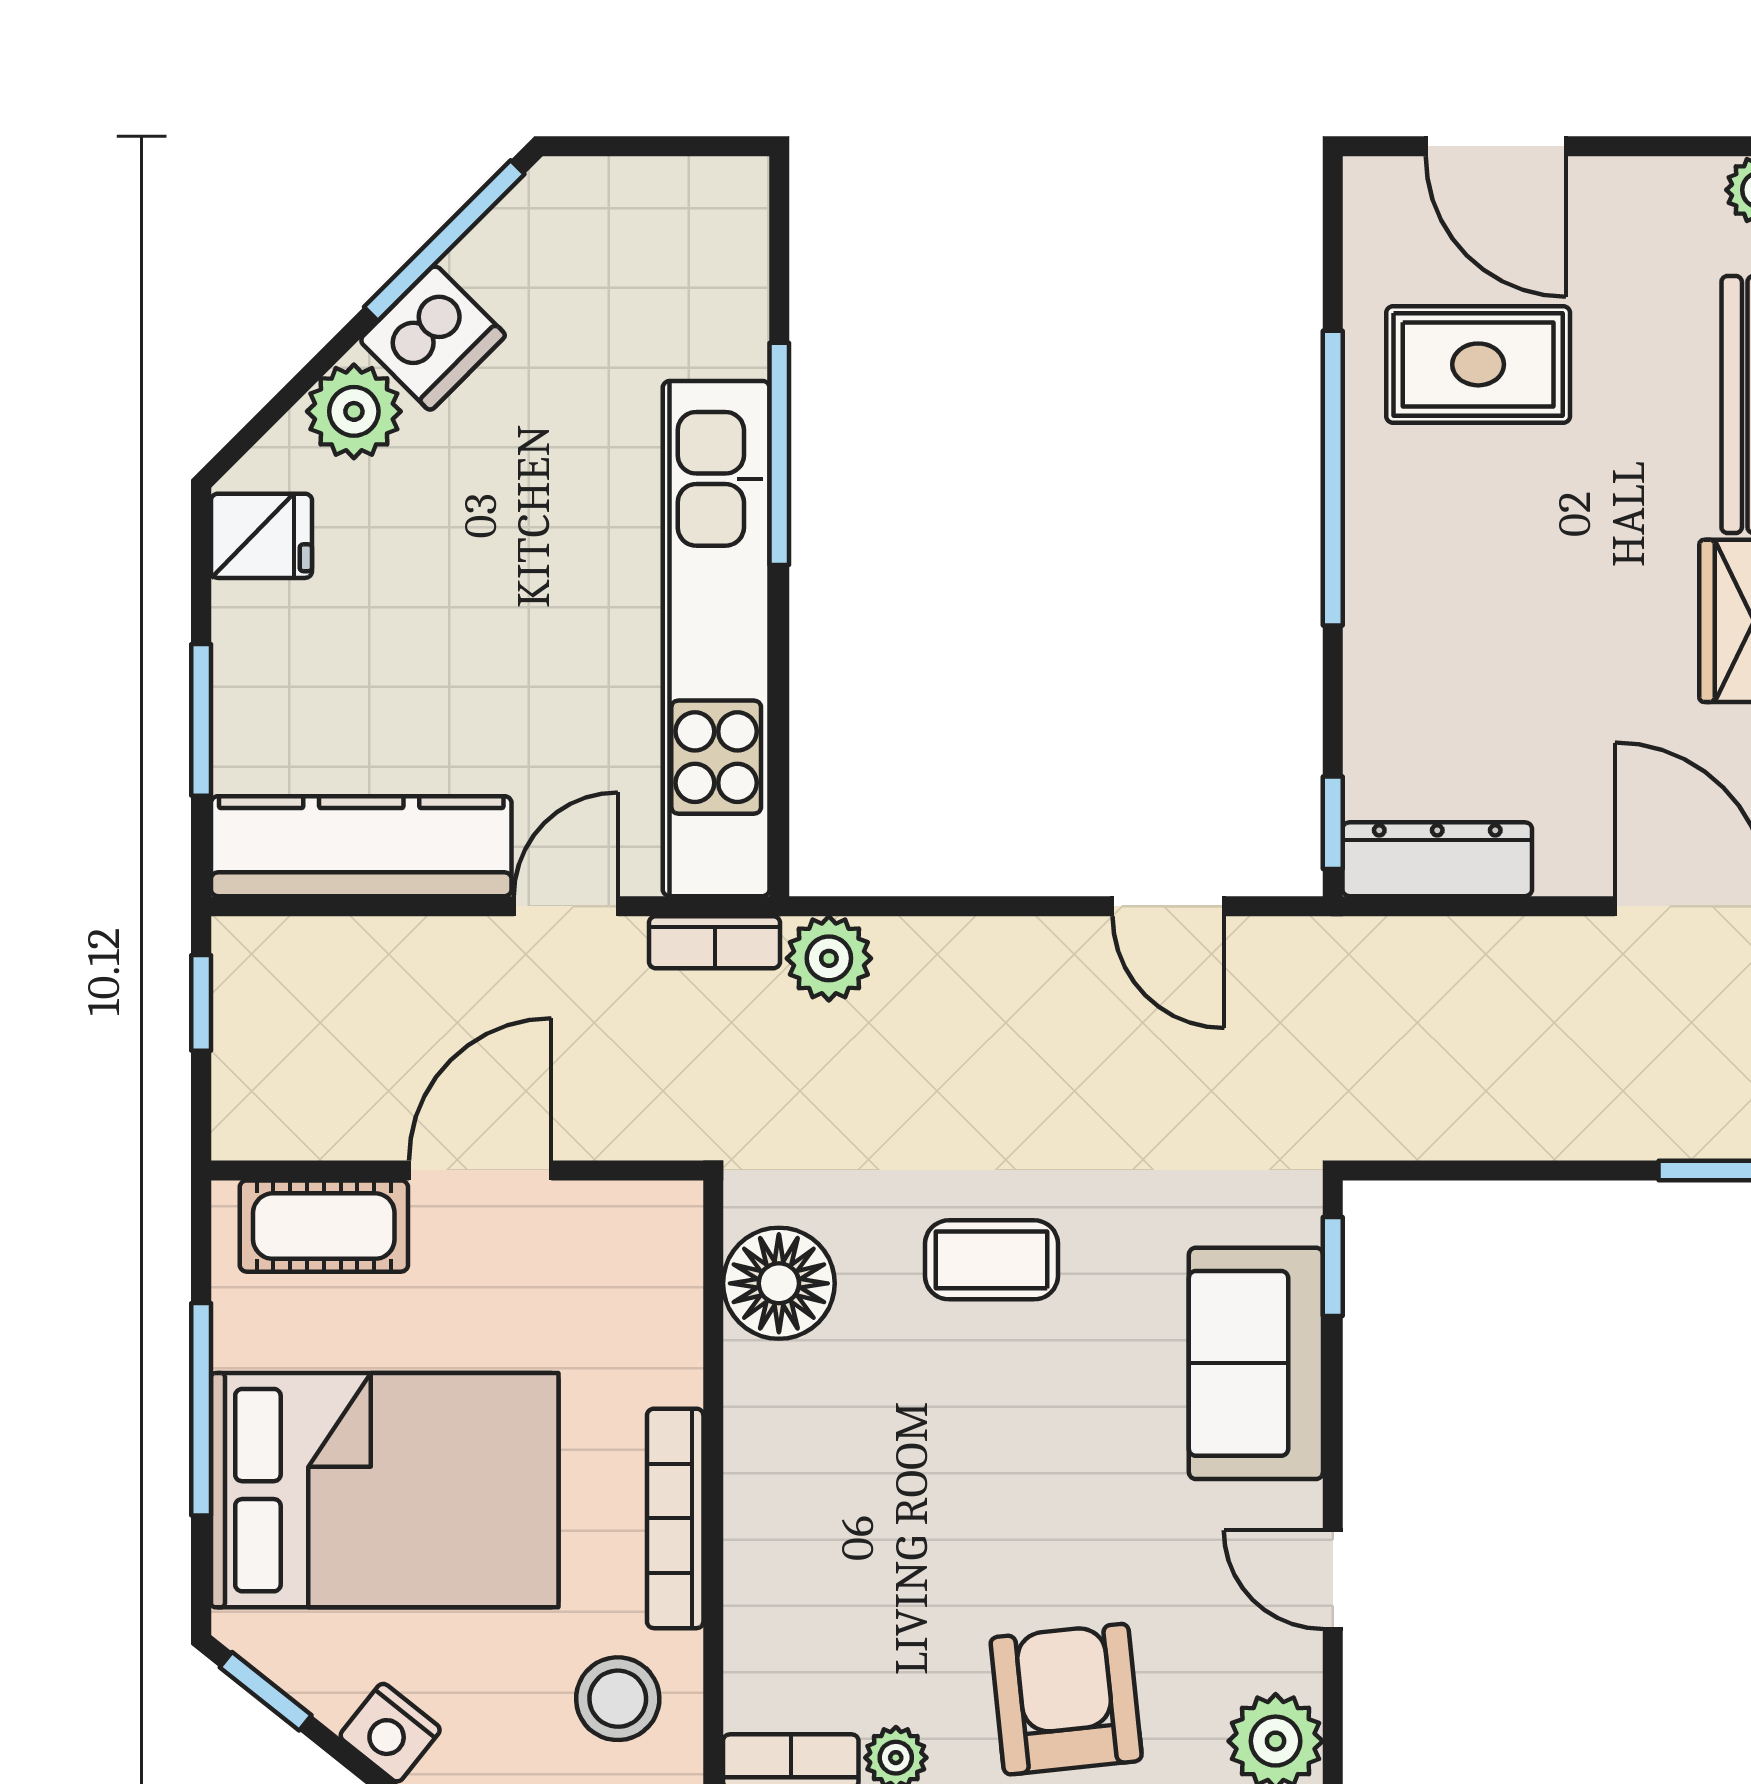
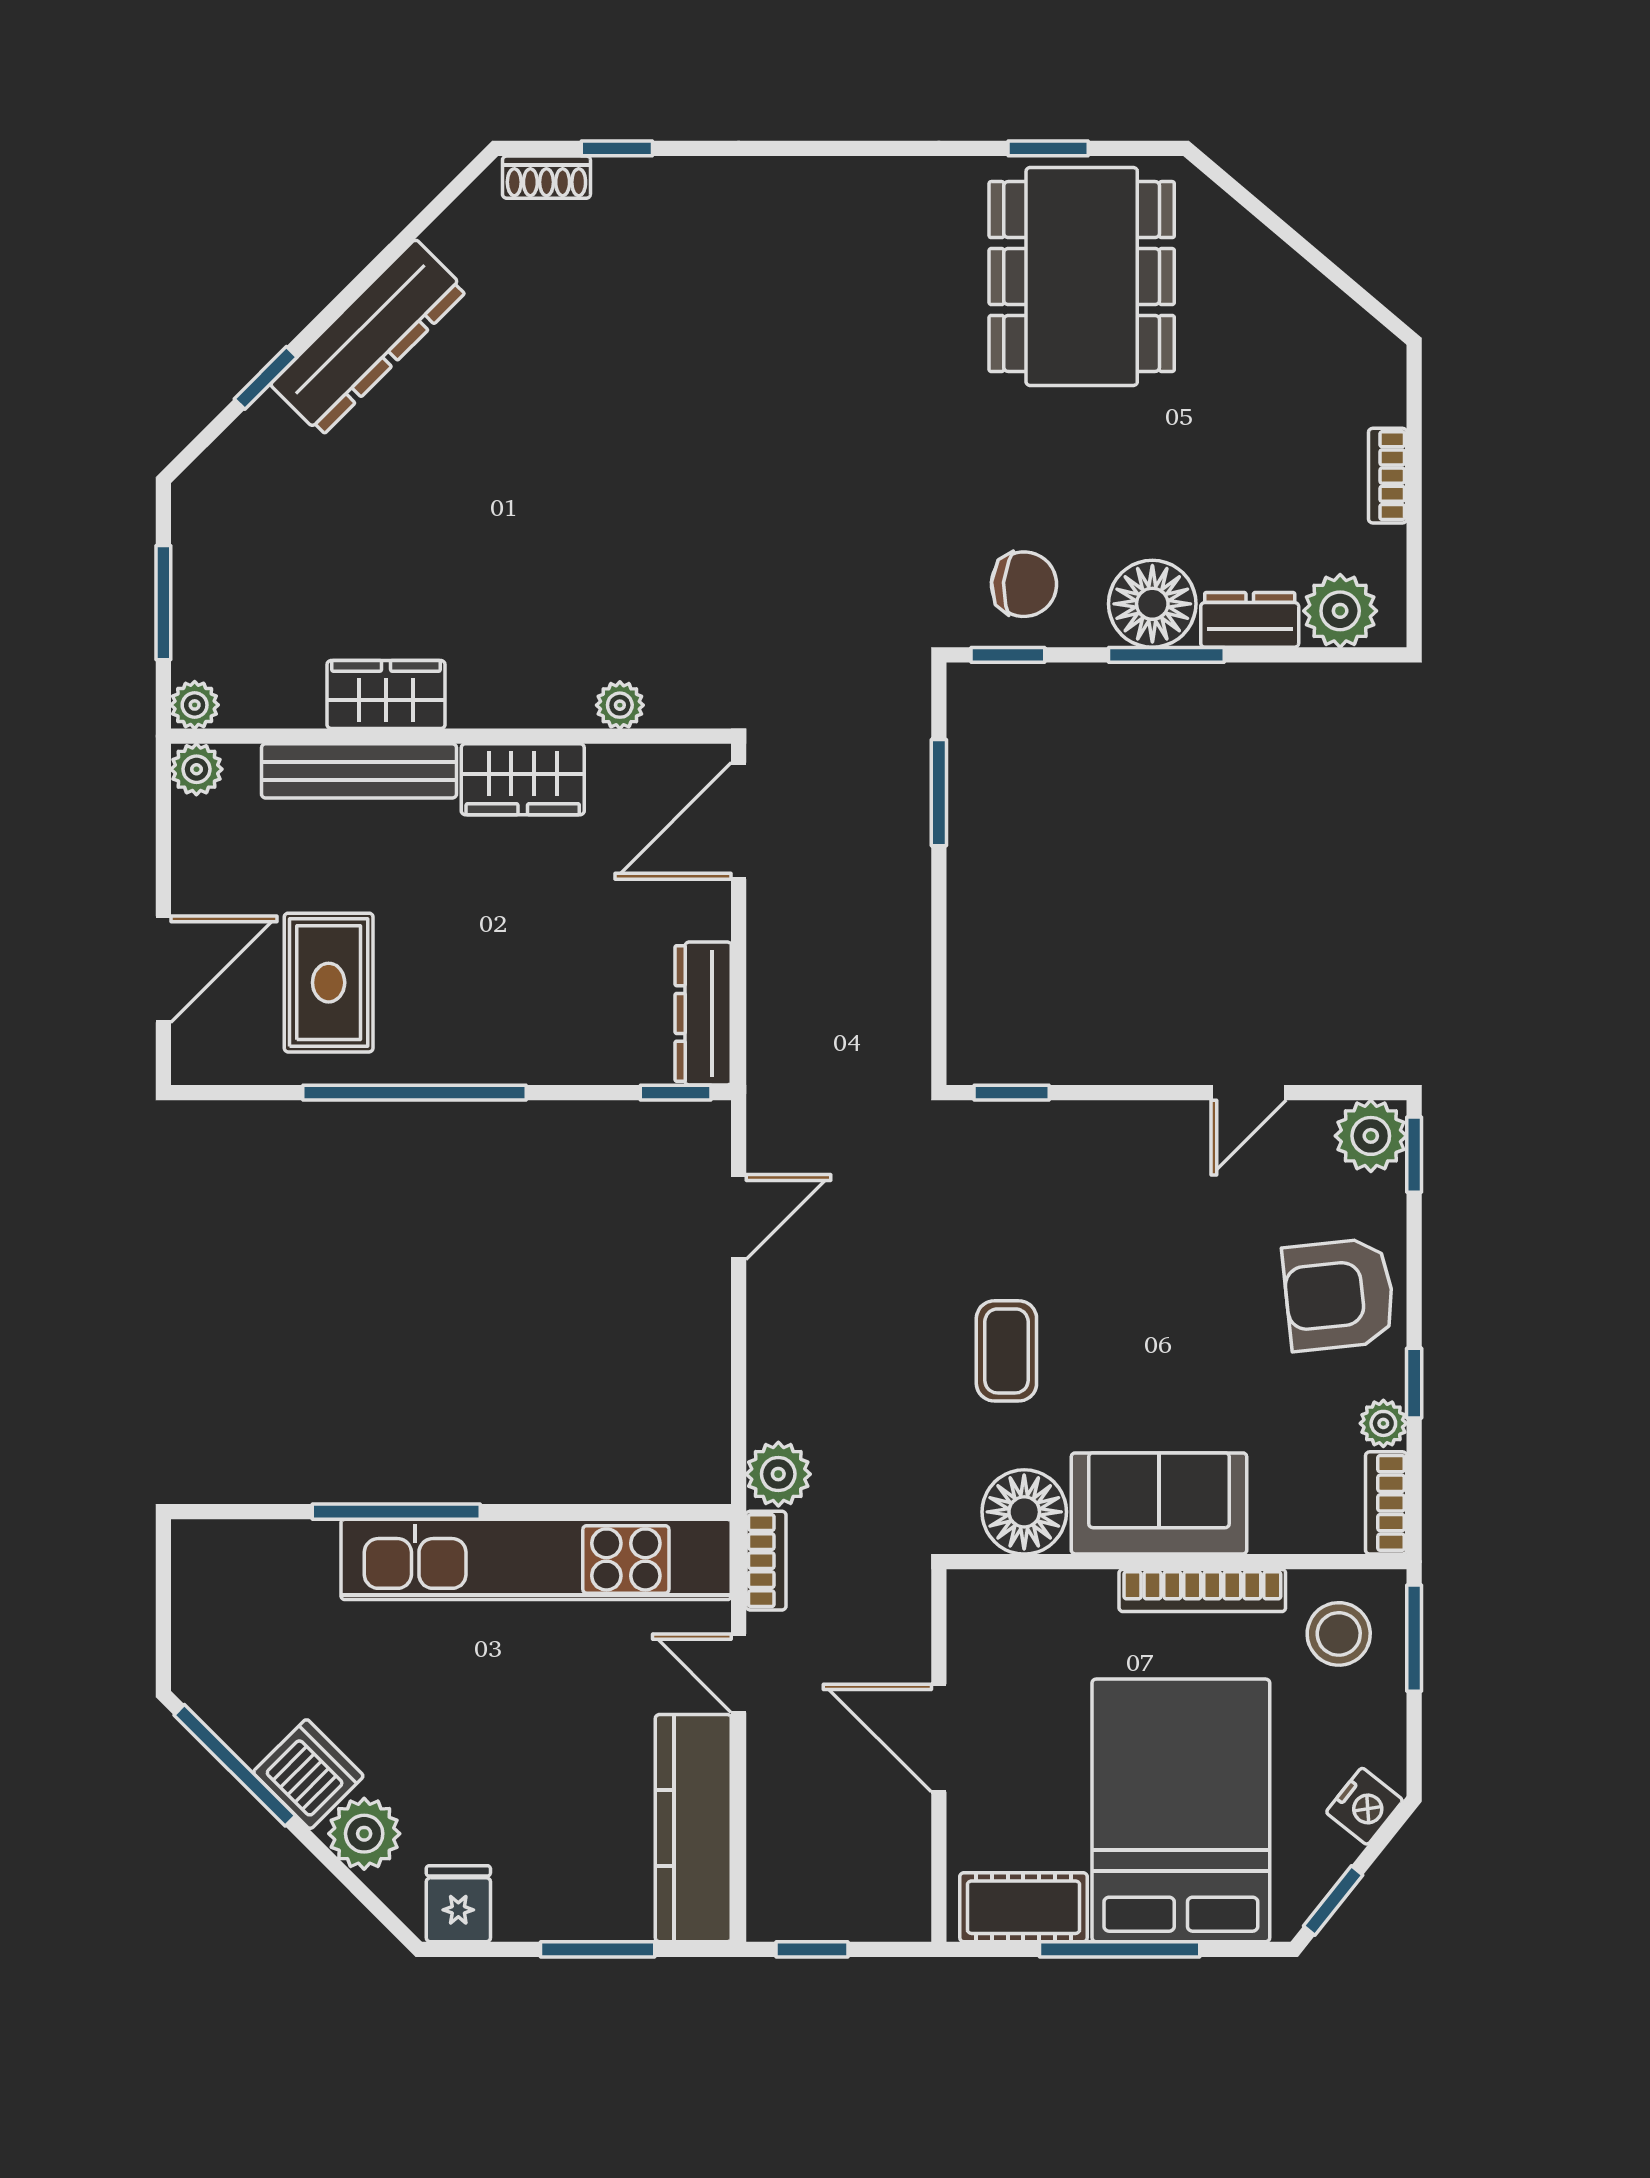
cot: (324, 1226) -> (1023, 1907), moved, turned 90
sofa: (1256, 1363) -> (1159, 1503), moved, turned 180

